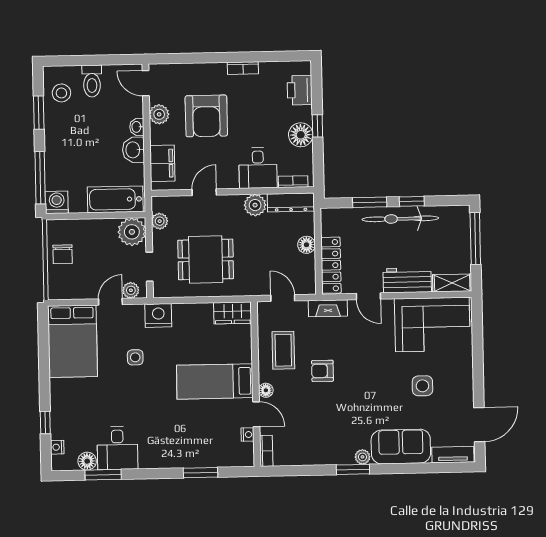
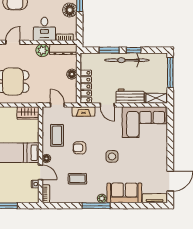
side table: (422, 386) -> (112, 156), moved
coffee table: (320, 424) -> (77, 179), added
window: (353, 469) -> (96, 206), width x1.44

